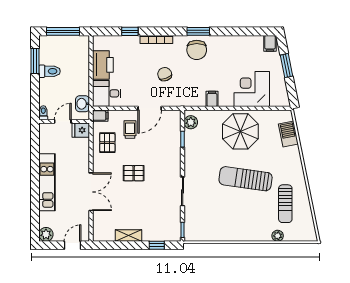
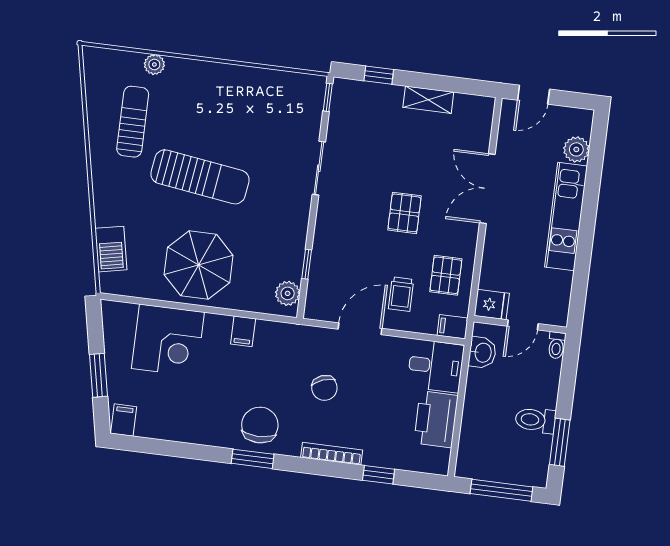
pallet: (134, 173) -> (404, 213), turned 90
plant: (46, 234) -> (576, 149), moved

